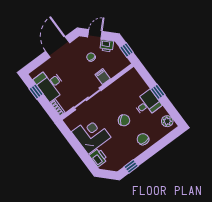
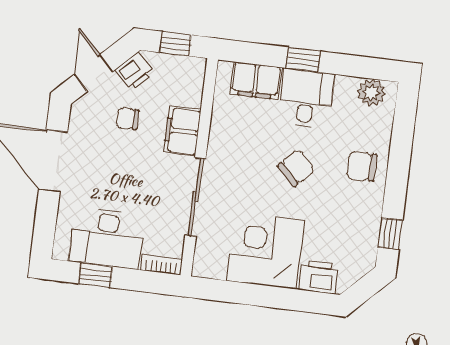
filing cabinet: (103, 77) -> (182, 131), width x2.00
filing cabinet: (138, 84) -> (256, 81), added

